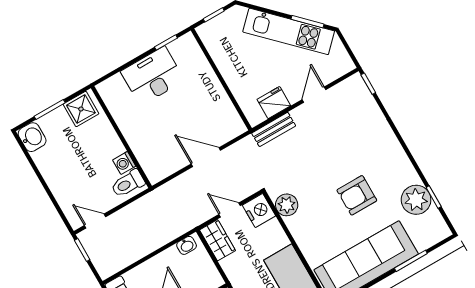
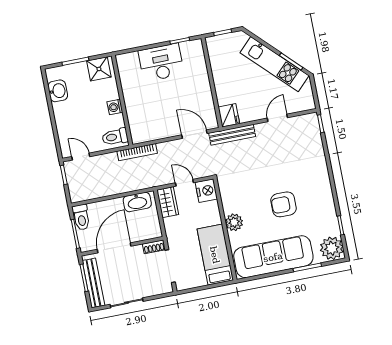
fridge: (274, 103) -> (229, 115), moved, turned 90
bench: (274, 129) -> (232, 135), width x1.36
washbasin: (32, 137) -> (58, 91), moved
door: (206, 157) -> (194, 134), moved
washing machine: (124, 163) -> (115, 107), moved
bookcase: (161, 193) -> (137, 152), added
plant: (416, 200) -> (332, 248), moved
plant: (287, 205) -> (234, 222), moved
washbasin: (187, 245) -> (137, 202), width x1.91, depth x1.45

